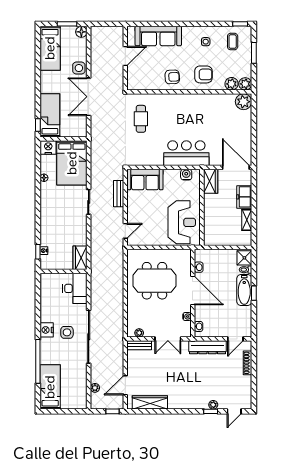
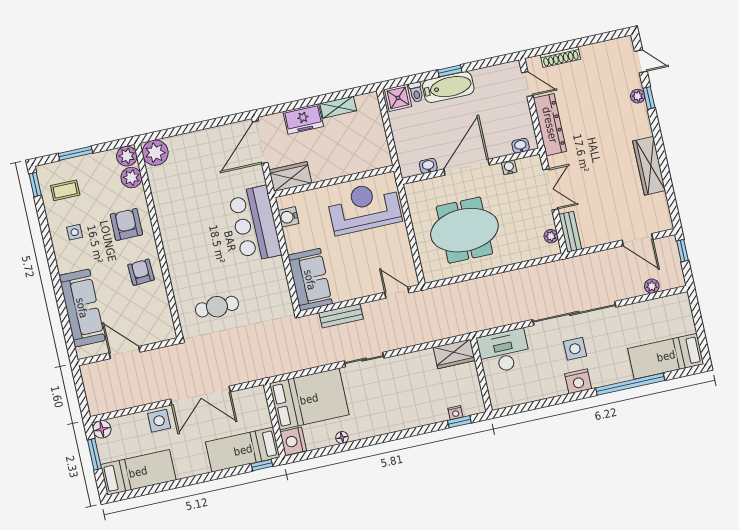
meeting table: (154, 281) -> (464, 230), turned 90
wardrobe: (150, 402) -> (649, 166), moved

